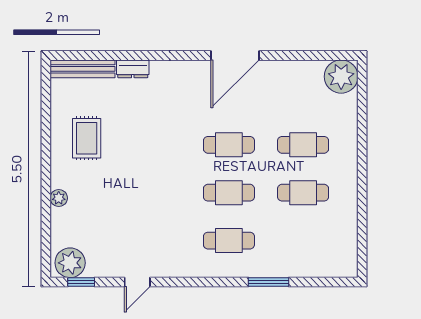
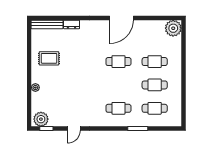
rug: (87, 138) -> (49, 58), turned 90
cafe table: (229, 193) -> (155, 108), moved

